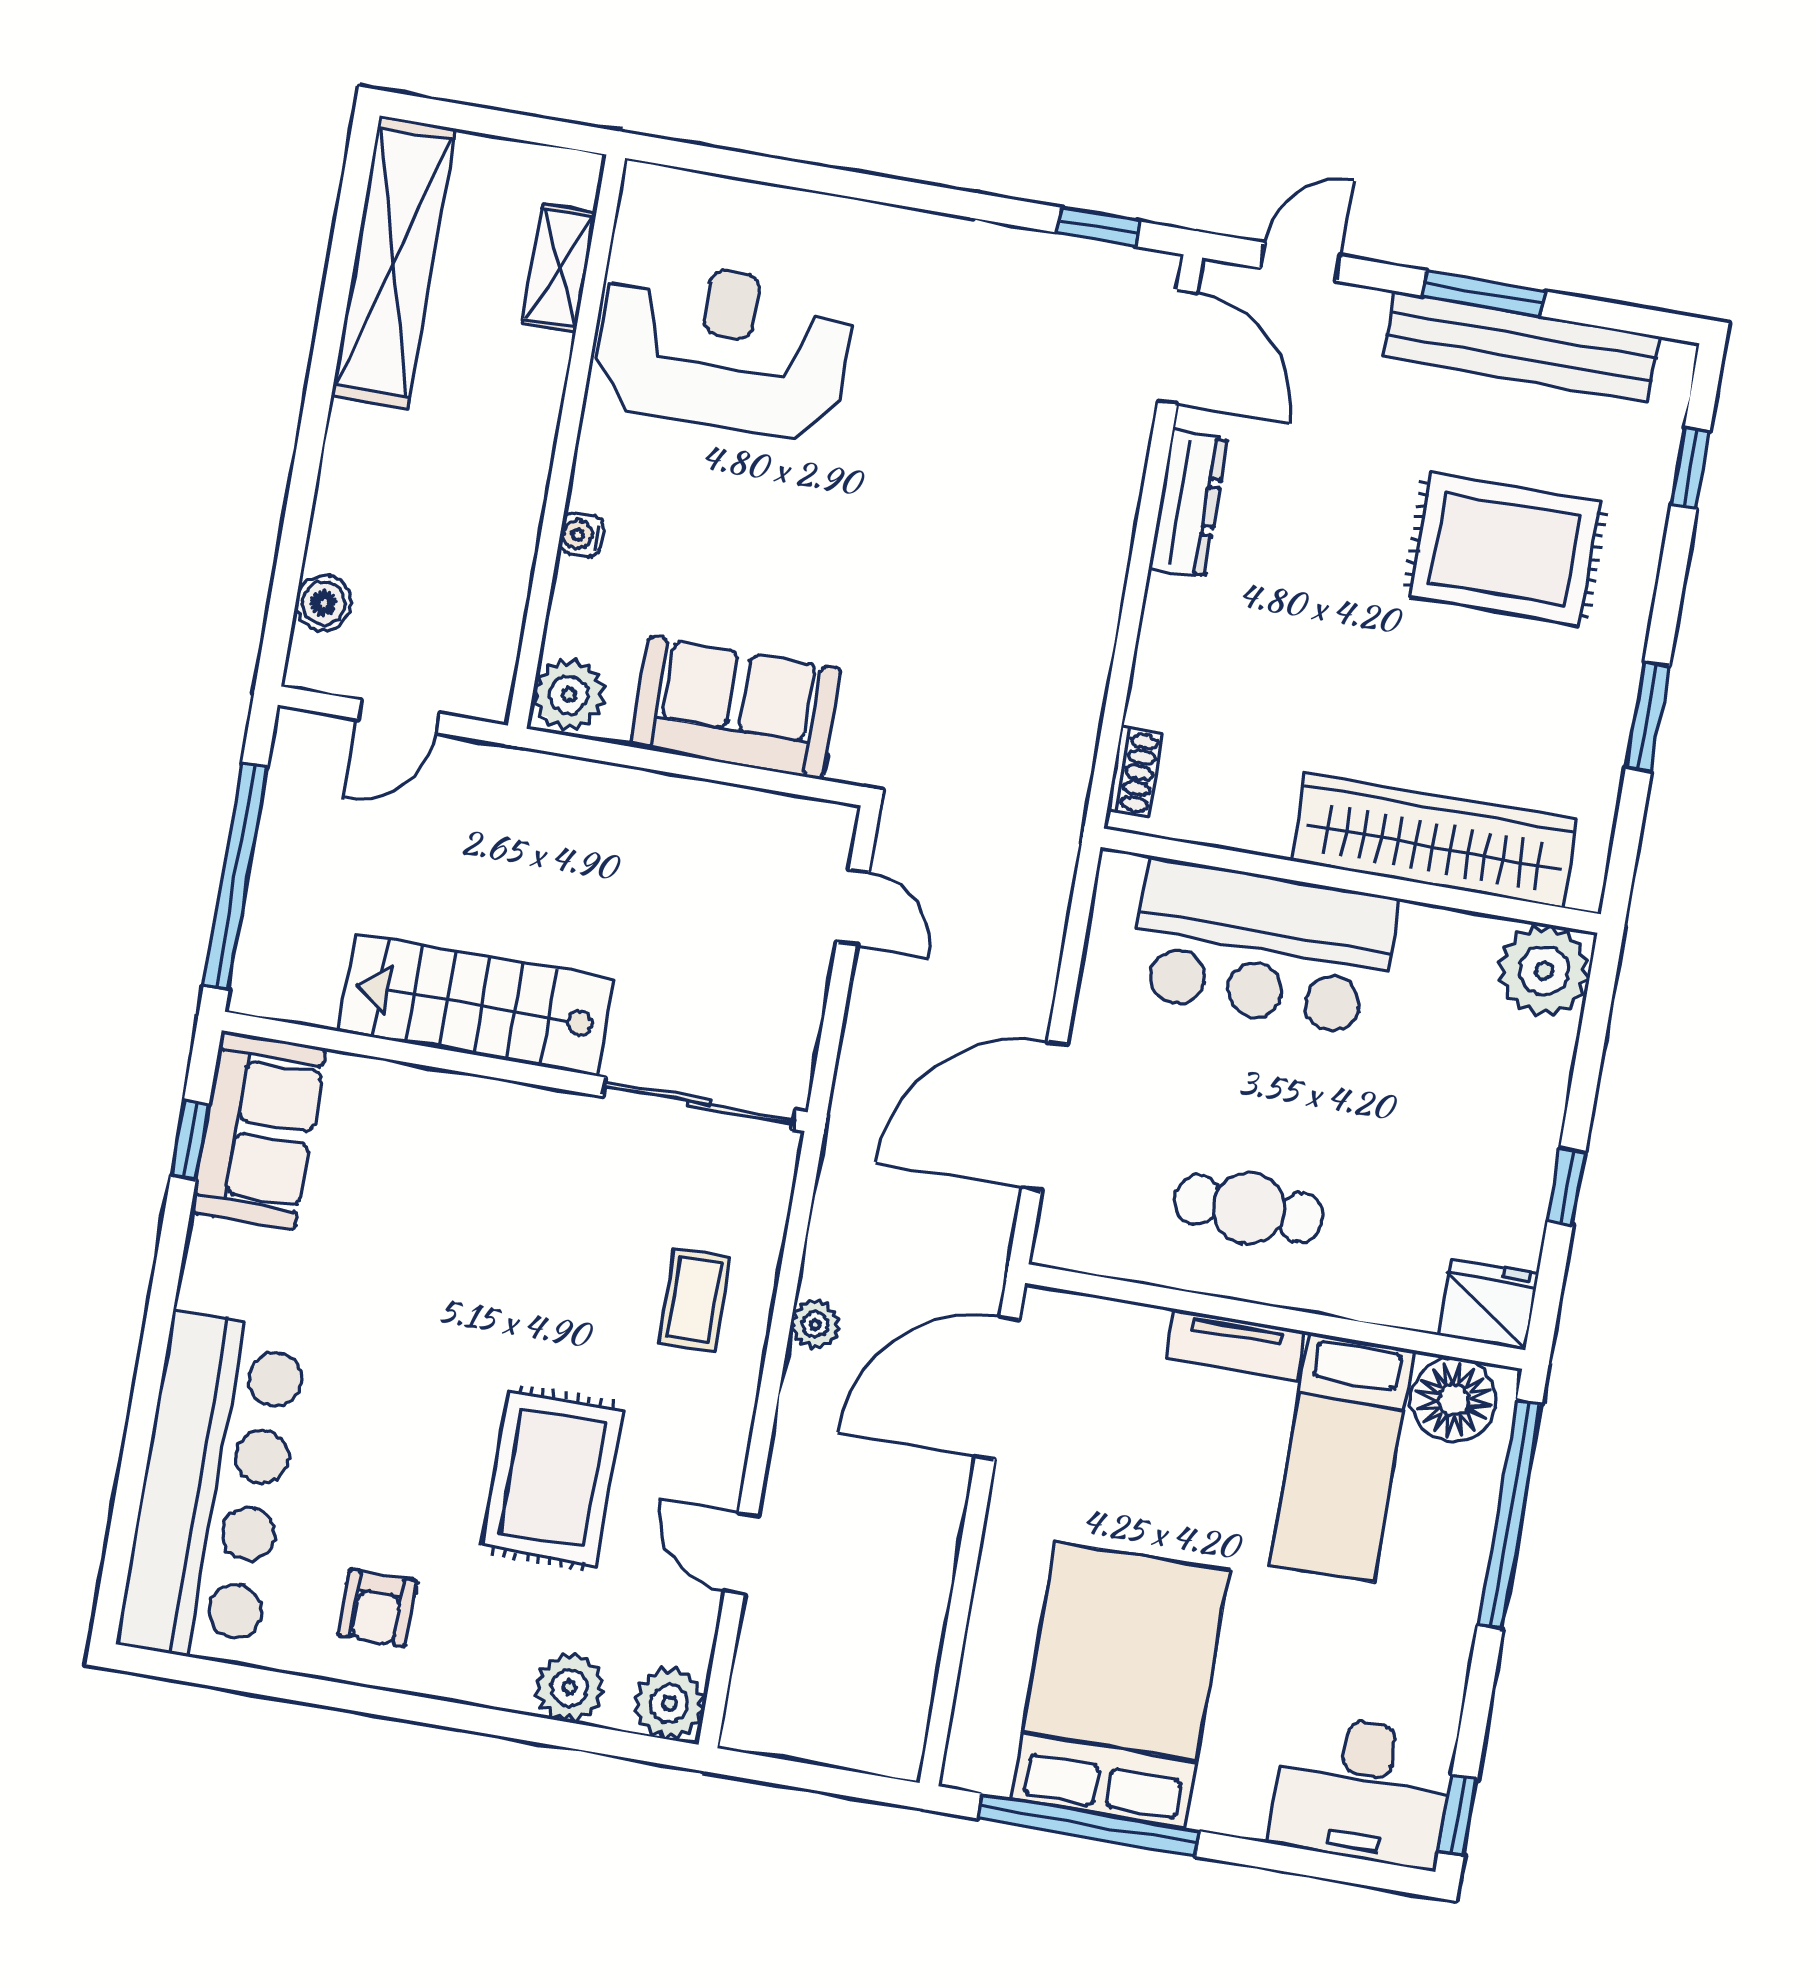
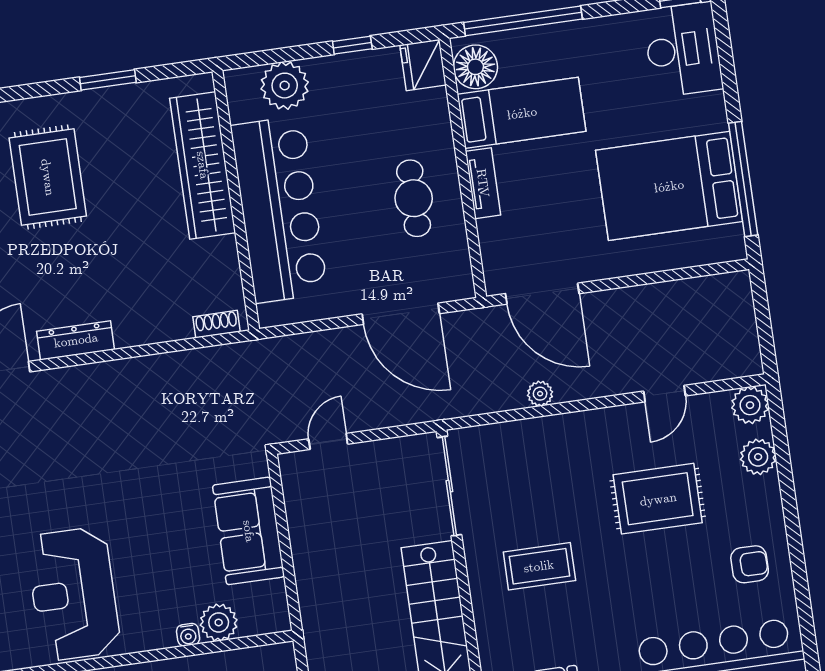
plant: (569, 695) -> (219, 622), moved
bar counter: (1262, 947) -> (279, 209), width x1.36
plant: (1544, 971) -> (285, 86), moved
coffee table: (695, 1300) -> (539, 566), moved, width x1.36, depth x1.30

